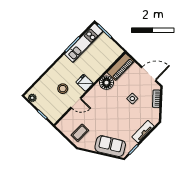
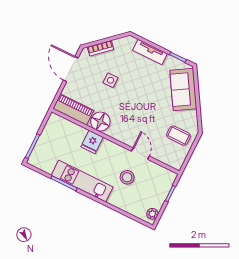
kitchen unit: (84, 43) -> (82, 181), moved
fridge: (84, 83) -> (92, 142), moved

